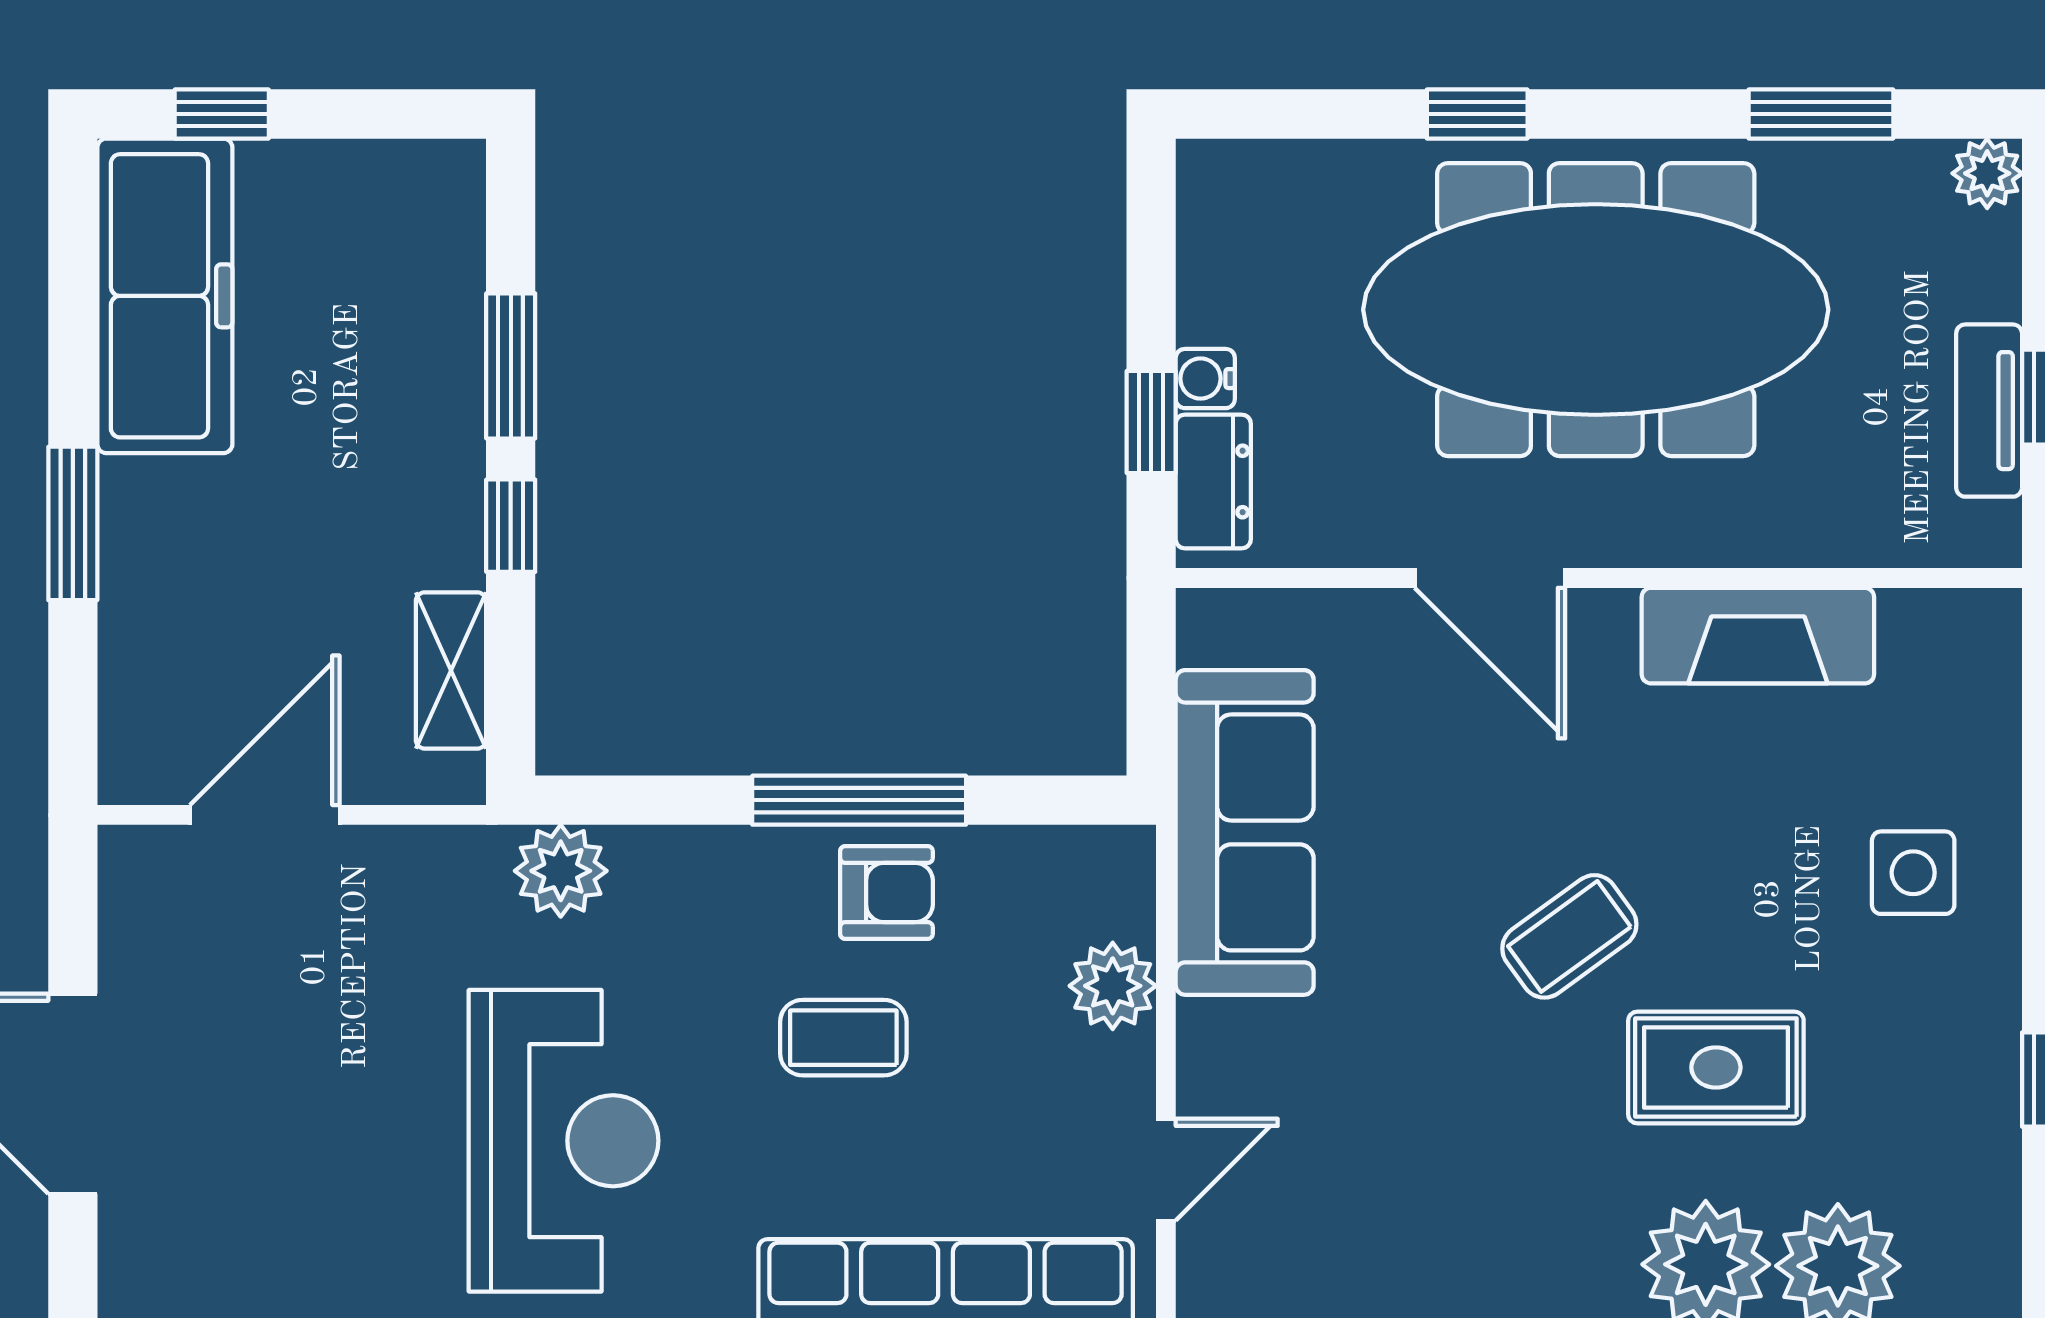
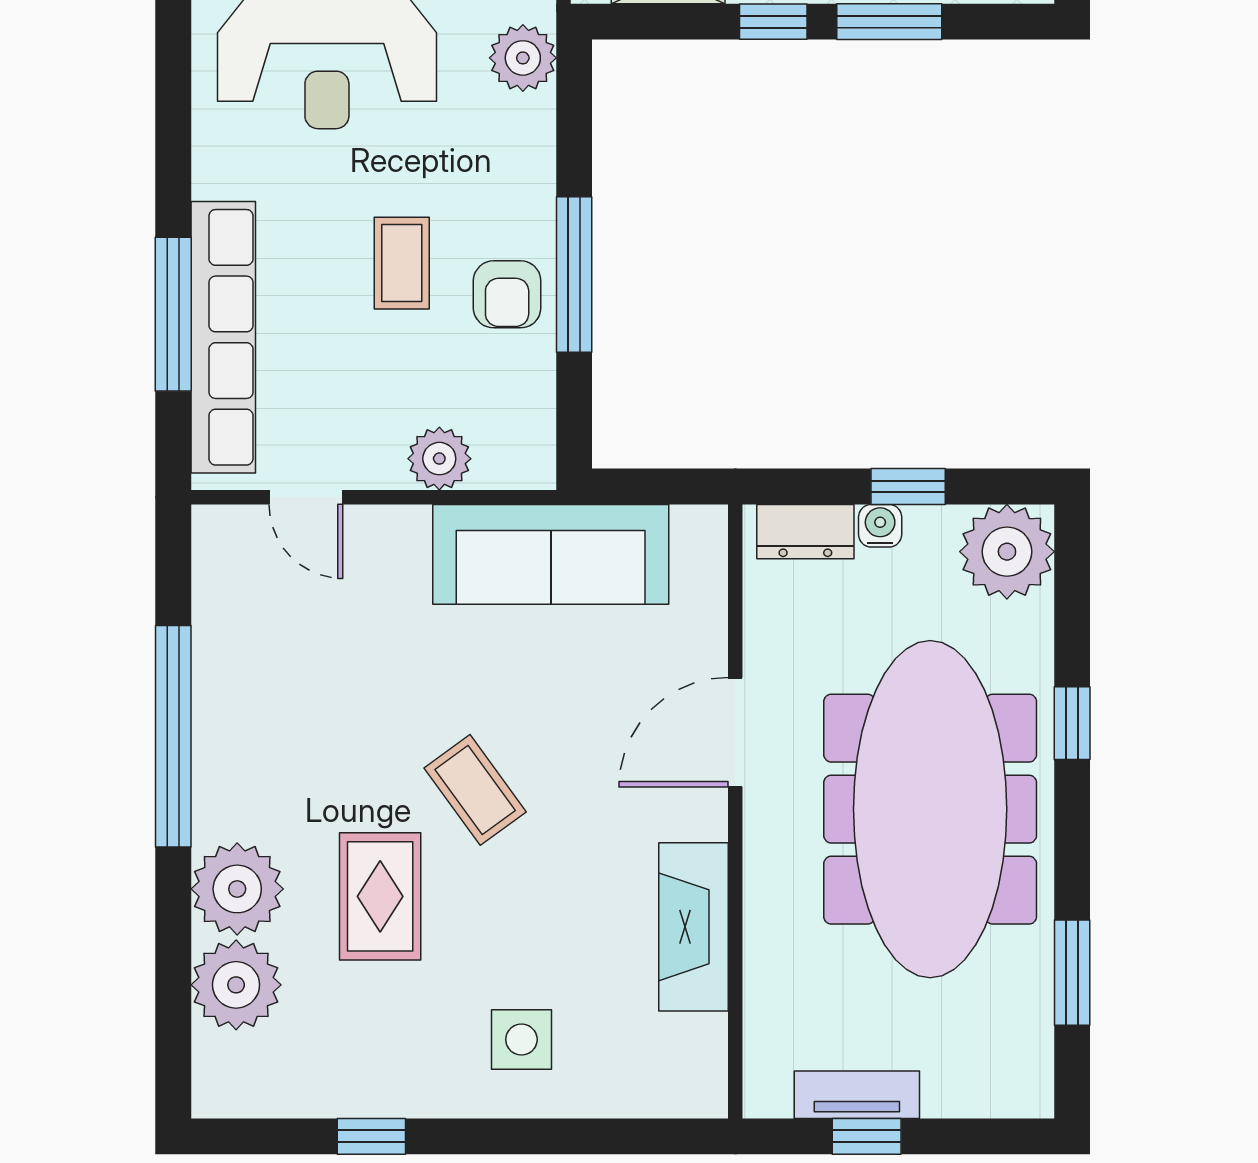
plant: (1987, 173) -> (1007, 552), moved, width x1.88, depth x1.88
window: (1151, 422) -> (908, 486), moved

